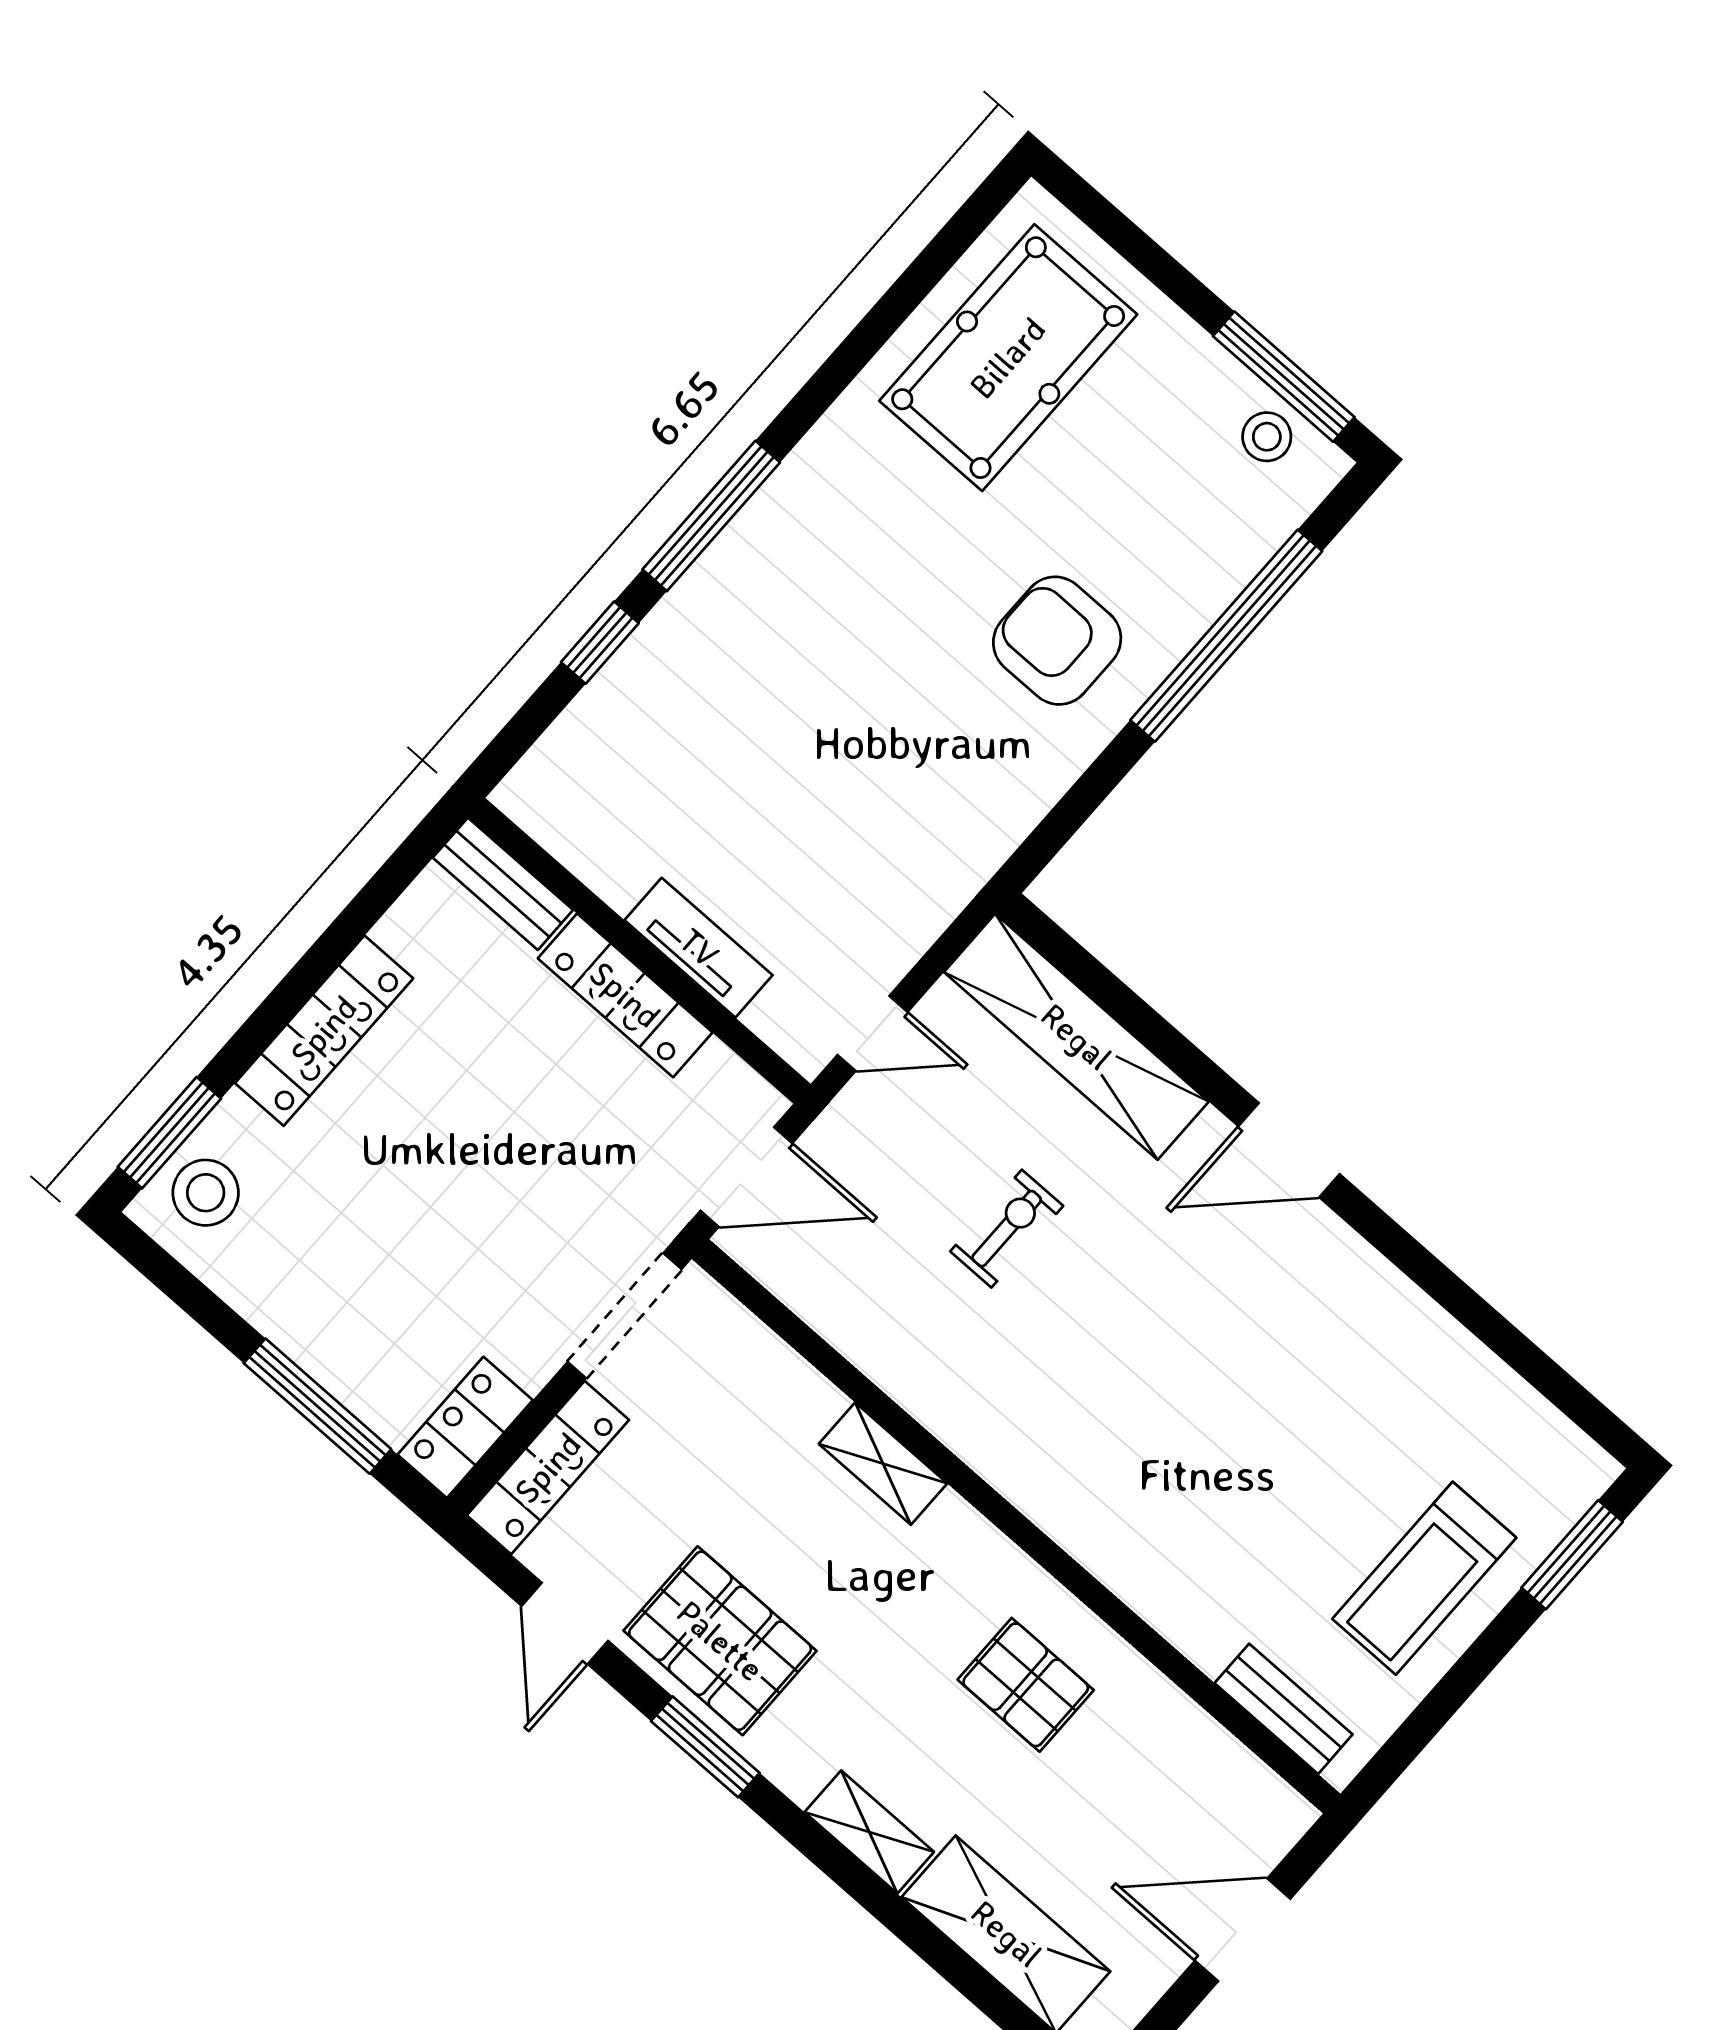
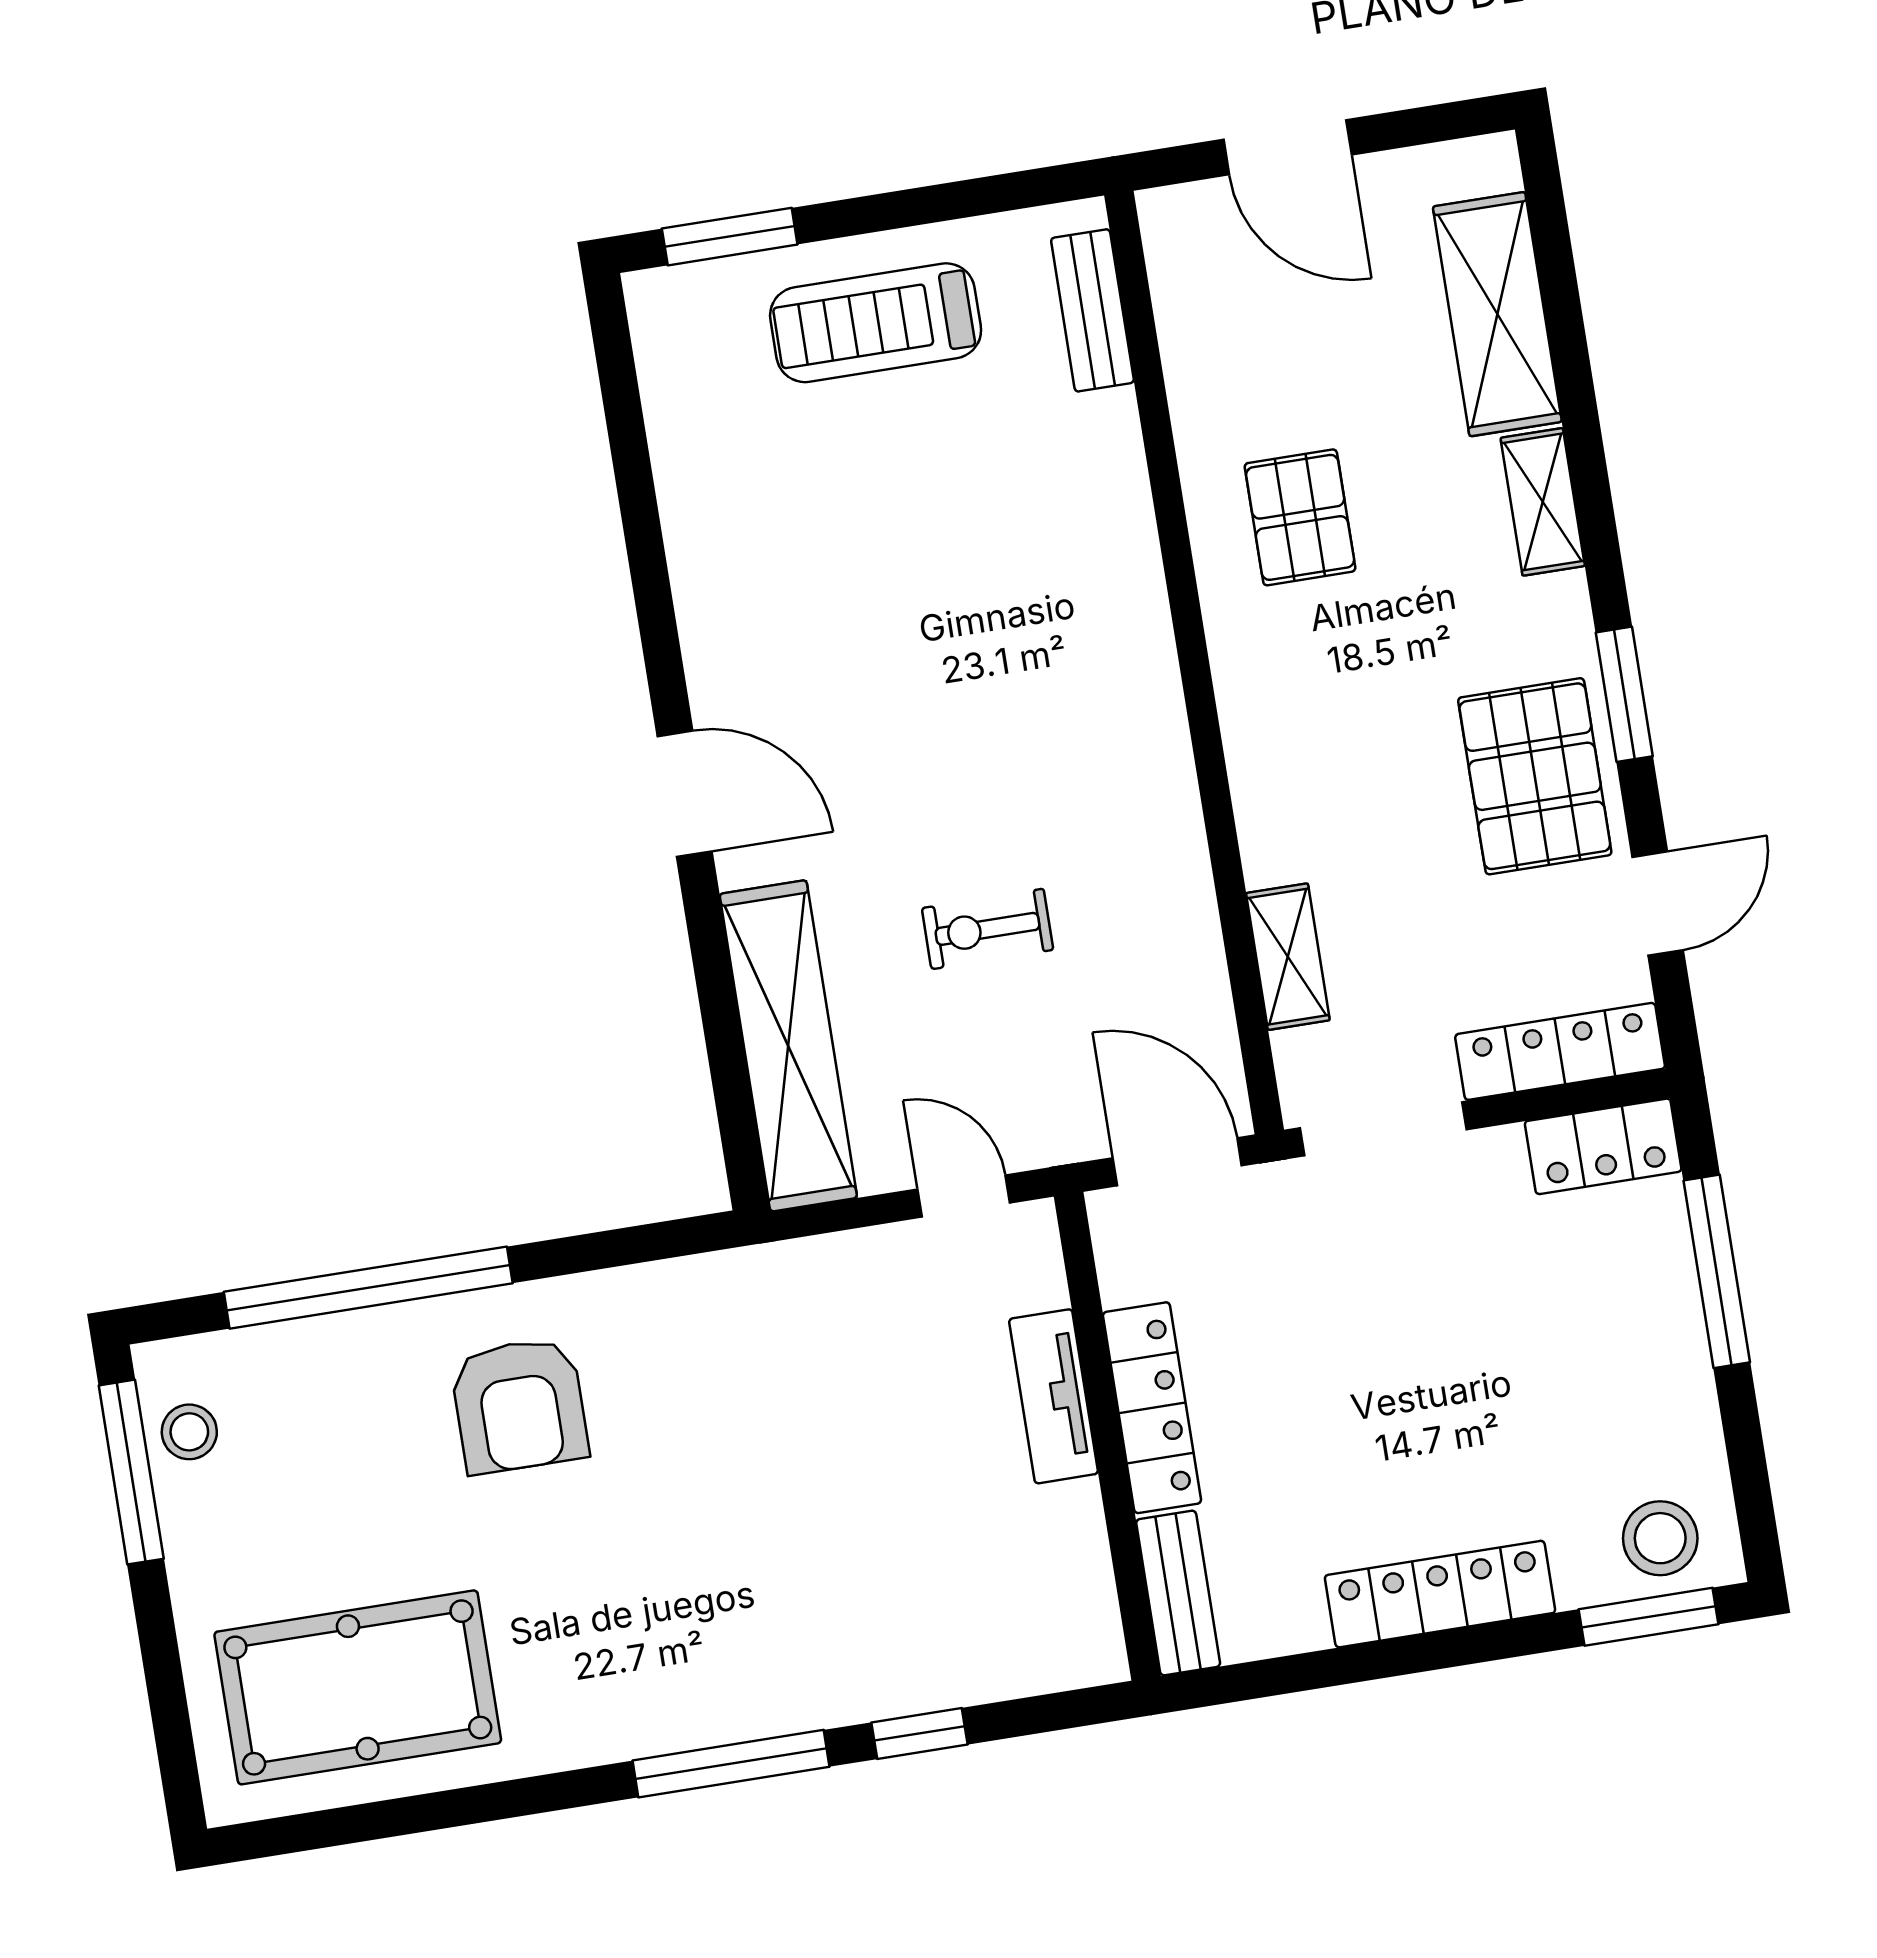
shelving: (883, 1464) -> (1288, 957), moved
treadmill: (1424, 1578) -> (876, 323), turned 180

